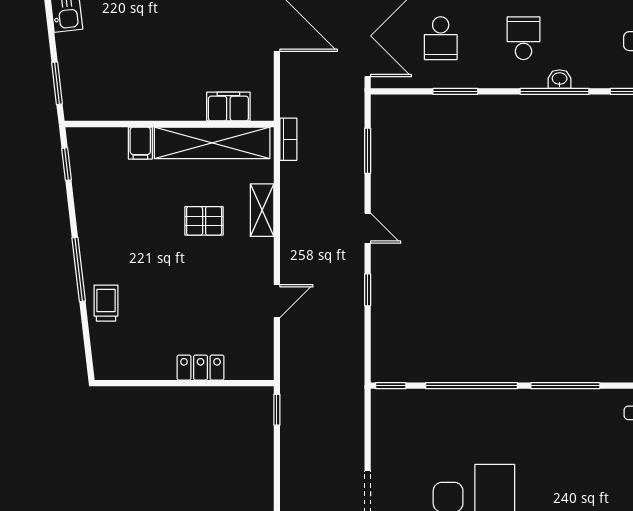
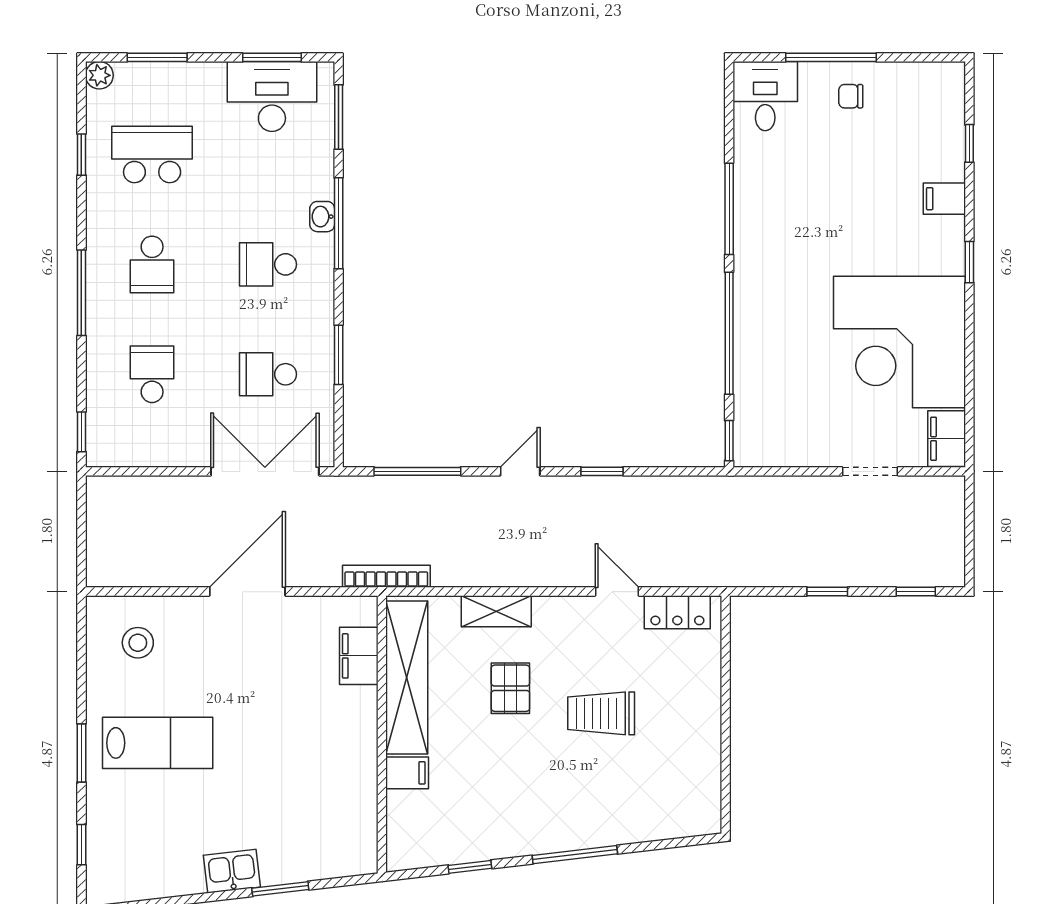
school desk: (441, 38) -> (268, 374), turned 180
window: (57, 83) -> (280, 889), moved
bookcase: (288, 139) -> (386, 576), width x1.56
window: (368, 151) -> (417, 471), width x1.44
window: (66, 164) -> (470, 867), moved
trolley: (106, 303) -> (601, 713), moved, width x1.36, depth x1.39
locker: (201, 368) -> (677, 612), moved, turned -90
window: (277, 410) -> (827, 592), moved

